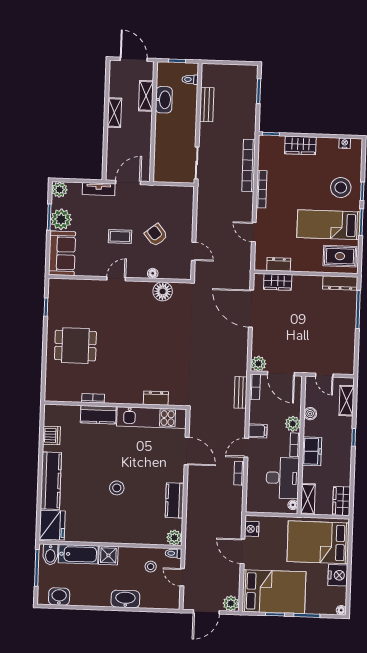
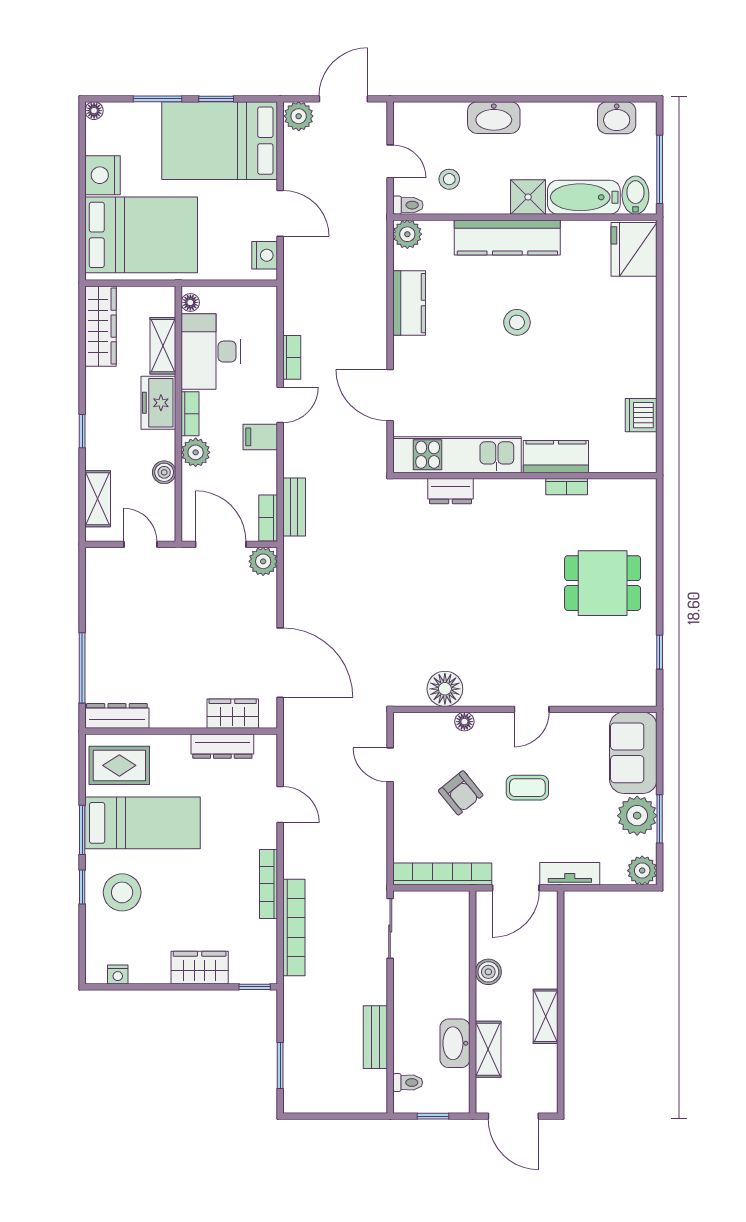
boiler: (144, 138) -> (488, 972), added
bookcase: (167, 191) -> (442, 874), added
dresser: (279, 264) -> (222, 746), width x1.44
kitchen counter: (51, 481) -> (507, 237), moved, turned -90
shelving: (308, 499) -> (163, 346), moved
wardrobe: (341, 501) -> (101, 326), width x1.50

